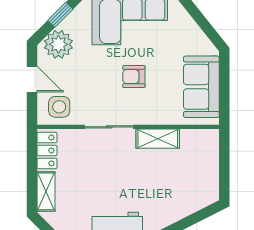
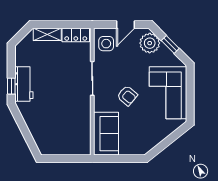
armchair: (134, 77) -> (127, 96), turned 130
sofa: (201, 87) -> (106, 134), moved, turned 90
shelving: (158, 139) -> (84, 112), removed

